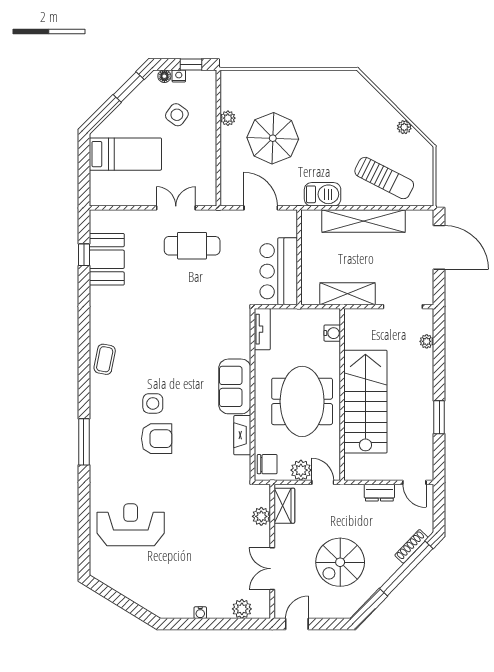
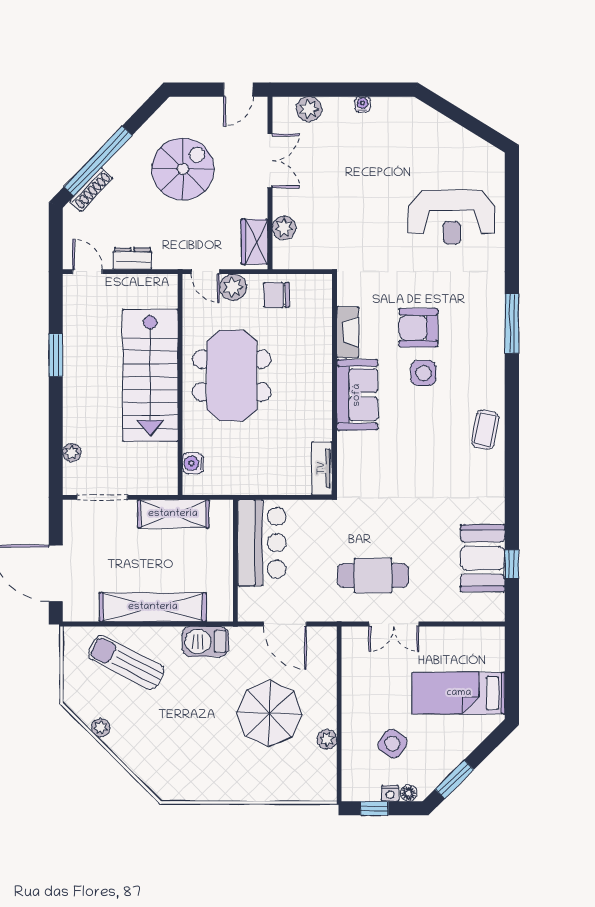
tv unit: (262, 329) -> (322, 468), moved
sofa: (235, 386) -> (357, 395), moved
wall: (253, 394) -> (334, 384), moved
fireplace: (242, 435) -> (348, 332), moved

